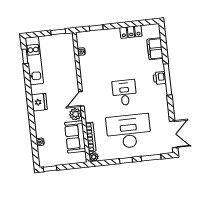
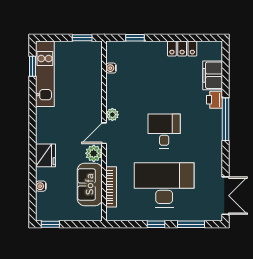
printer: (159, 78) -> (214, 100), moved
fridge: (39, 102) -> (46, 155), moved
plant: (94, 157) -> (112, 115), moved

